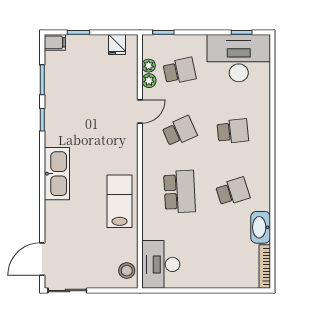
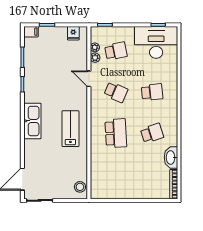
door: (140, 112) -> (89, 79), swing flipped
school desk: (180, 131) -> (116, 92), turned 48
lab bench: (120, 201) -> (70, 129), moved
desk: (161, 264) -> (103, 183), removed

